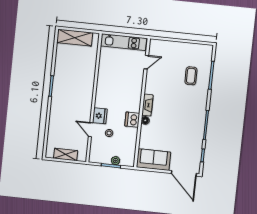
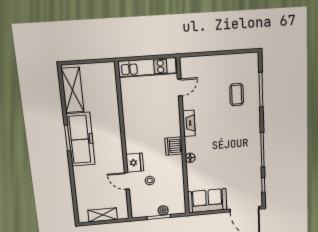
shelving: (75, 38) -> (73, 90), moved, turned 90
freezer: (61, 89) -> (81, 139), added
fireplace: (147, 105) -> (189, 123), moved
dishwasher: (132, 120) -> (174, 146), moved

